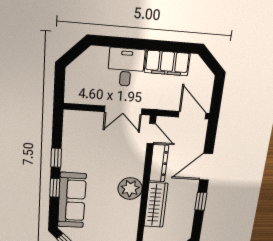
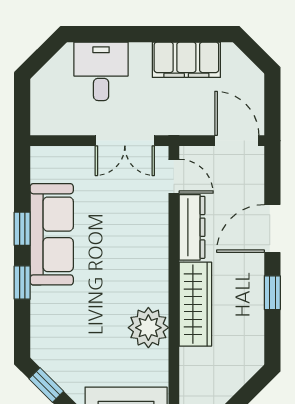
desk: (126, 67) -> (101, 71), moved
plant: (130, 189) -> (148, 328), moved
sofa: (72, 200) -> (52, 234), moved

